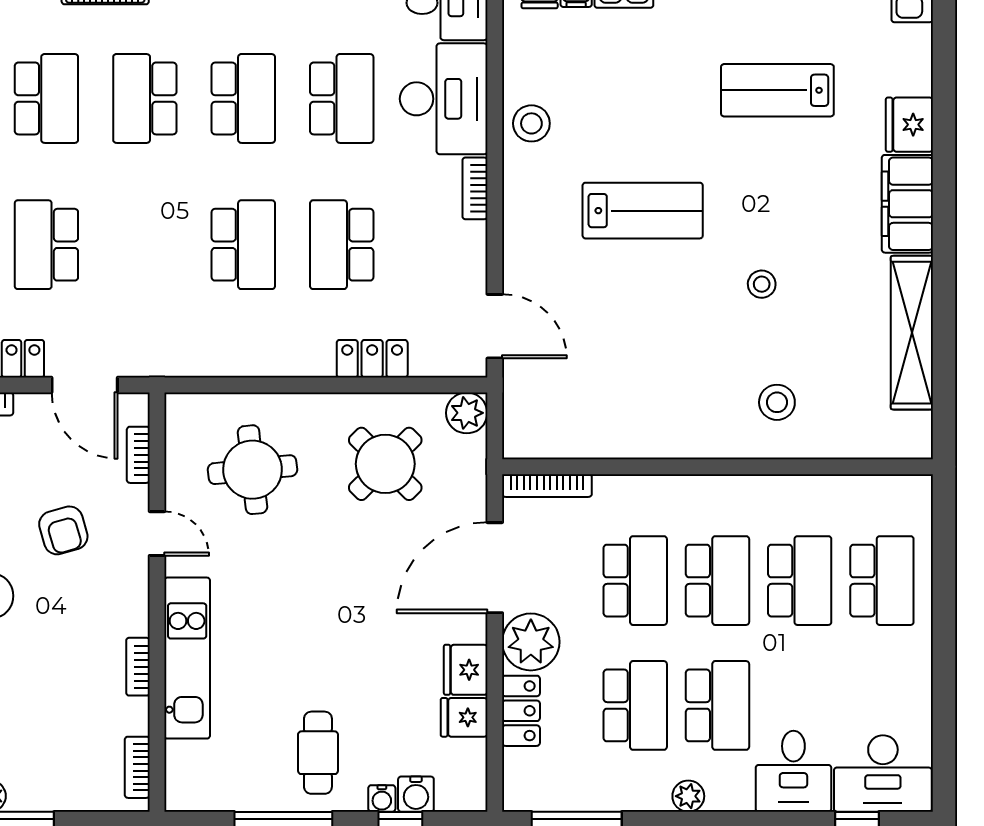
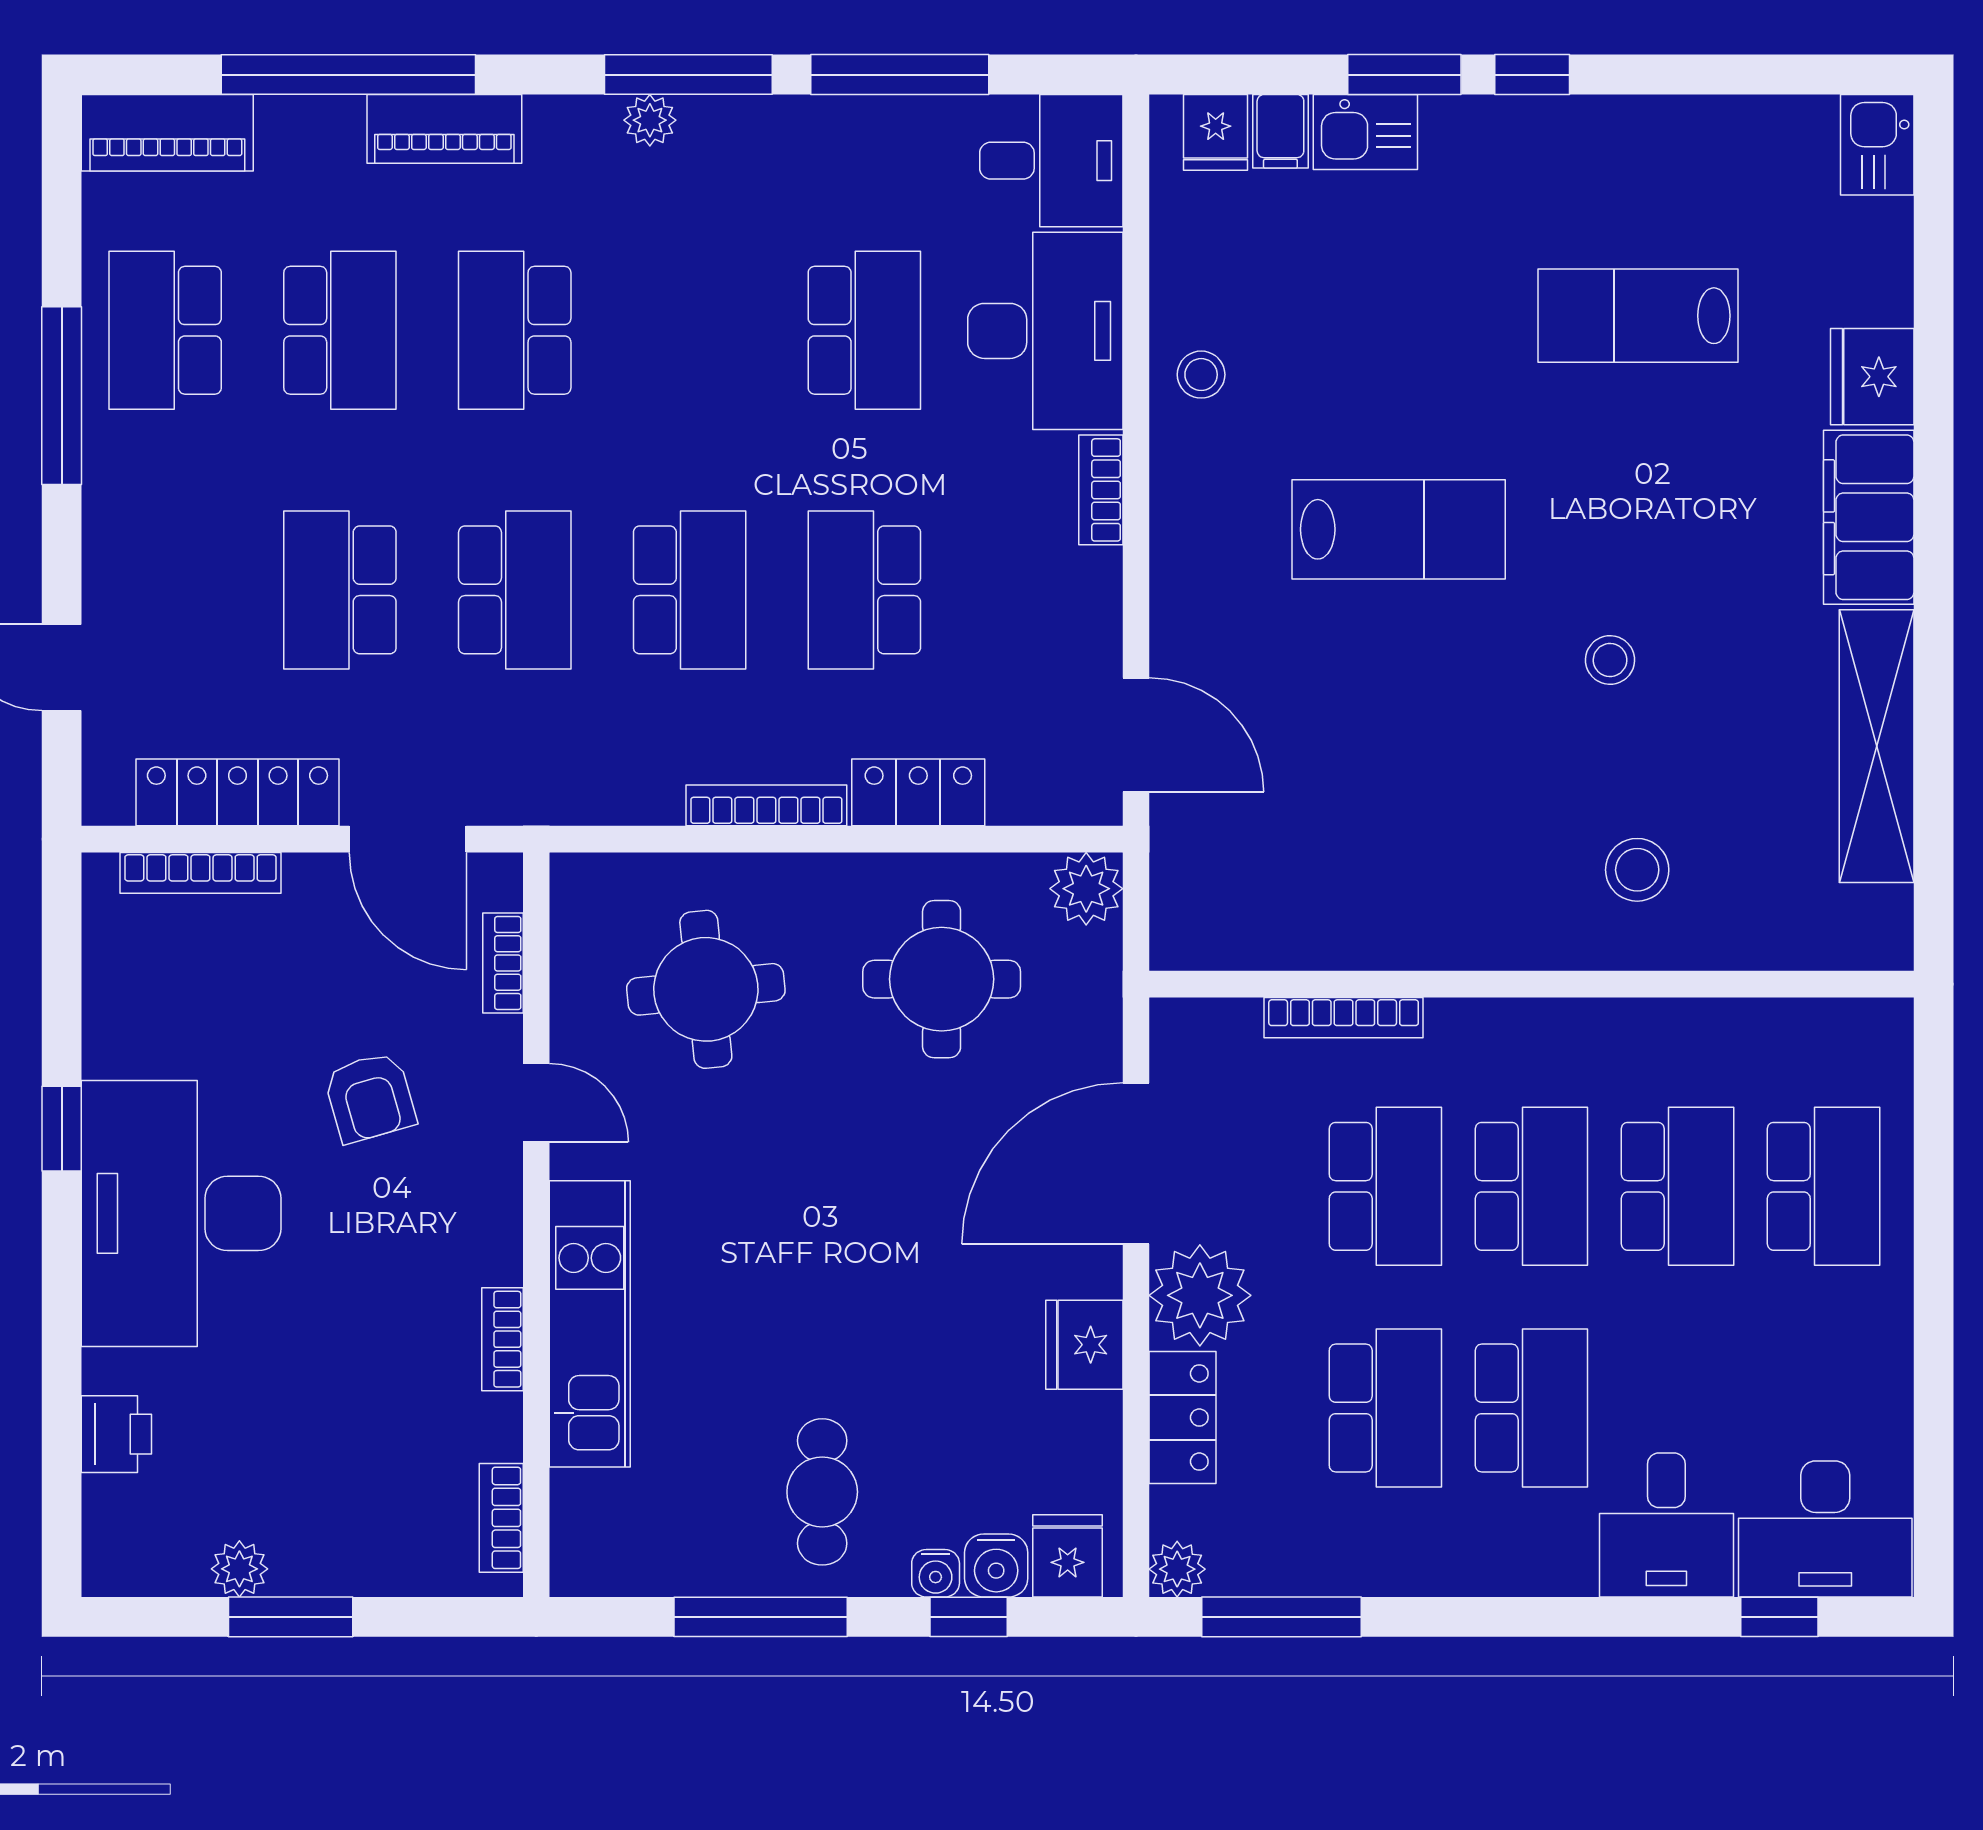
school desk: (243, 98) -> (515, 590), moved
stool: (531, 123) -> (1201, 375), width x0.73, depth x0.73
bookcase: (287, 366) -> (766, 805), added
round table: (385, 464) -> (942, 979), turned 45
bookcase: (547, 486) -> (1344, 1018), moved
fridge: (464, 717) -> (1068, 1556), moved, turned 90
plant: (688, 796) -> (1177, 1569), moved

